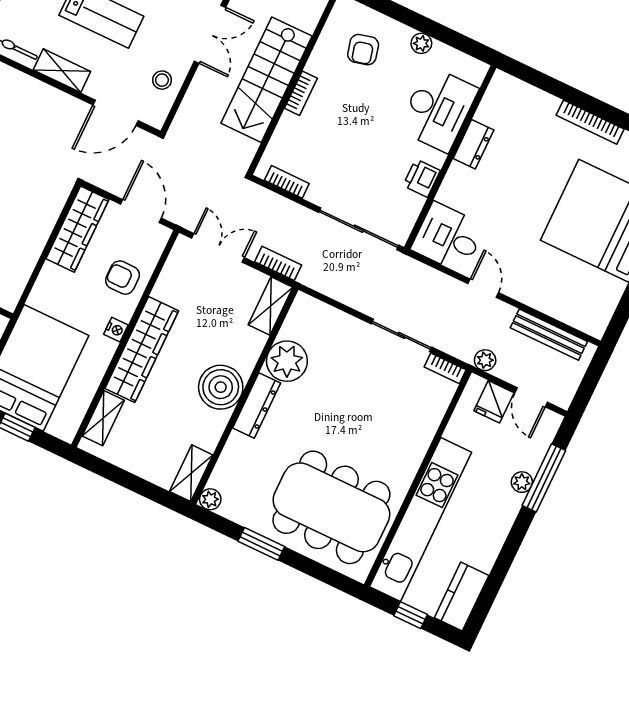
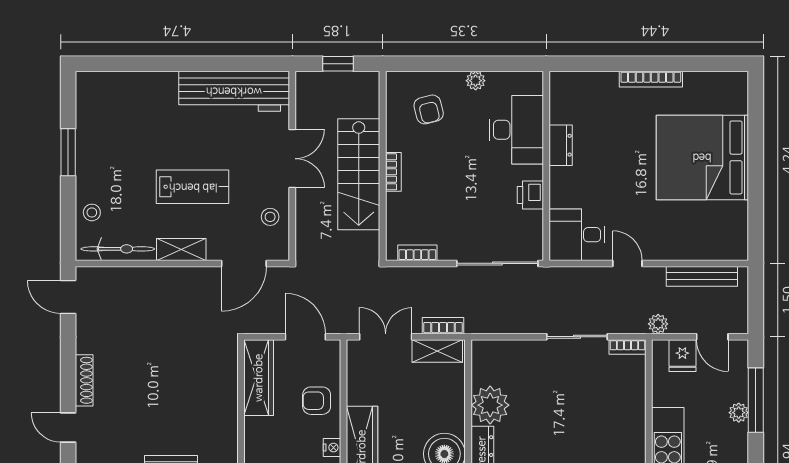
shelving: (271, 306) -> (437, 351), moved, turned 90

